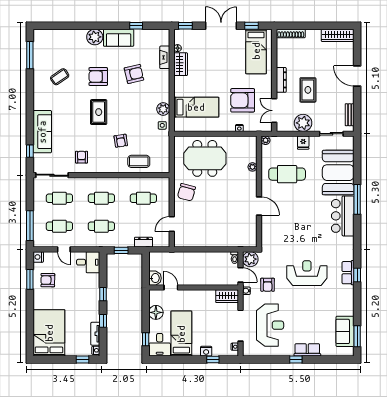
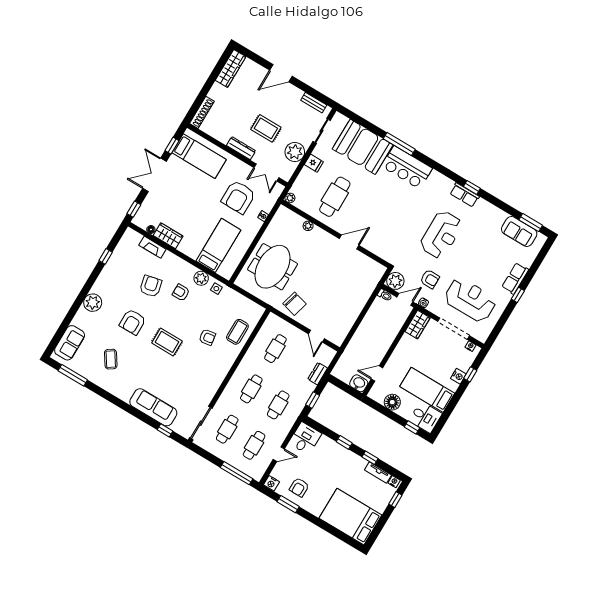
sofa: (119, 38) -> (70, 343), moved
armchair: (82, 157) -> (181, 292), moved
reception desk: (307, 273) -> (441, 235), turned 180

